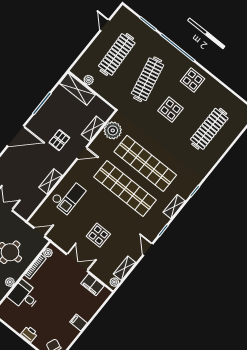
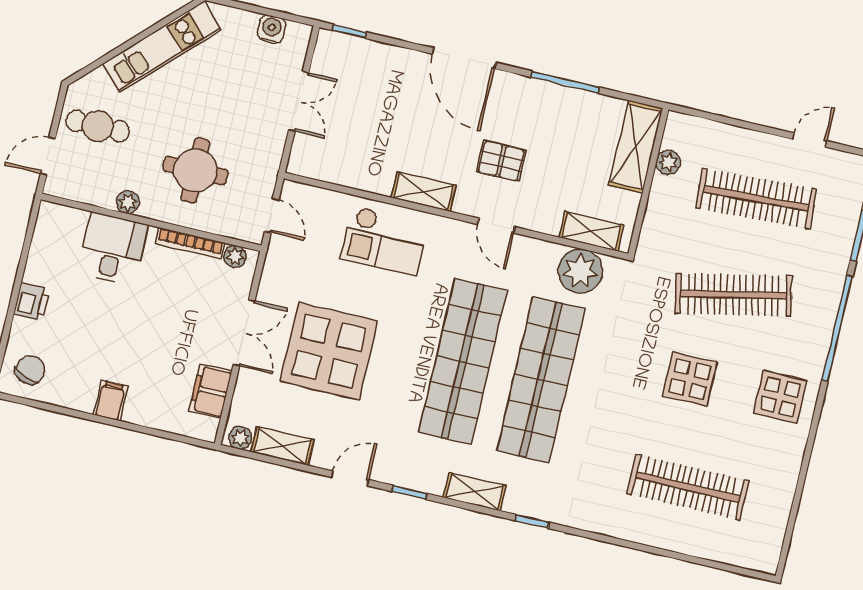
shelving: (93, 129) -> (591, 231), moved
shelving: (50, 181) -> (424, 192), moved
display table: (98, 235) -> (329, 351), width x1.86, depth x1.86

